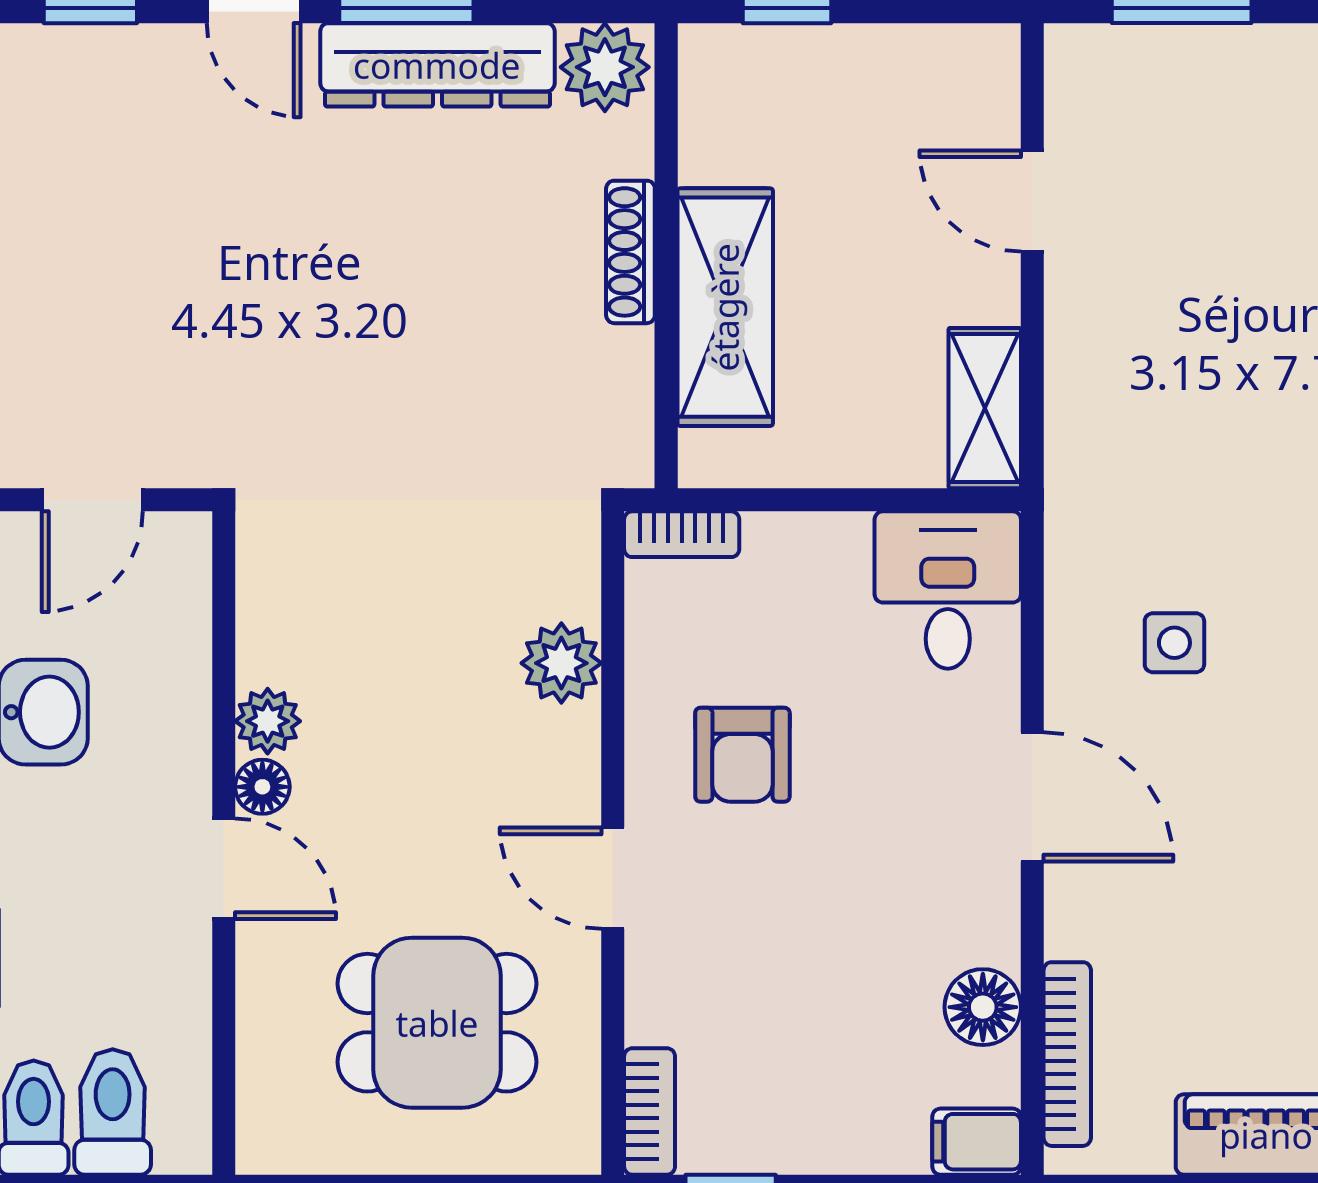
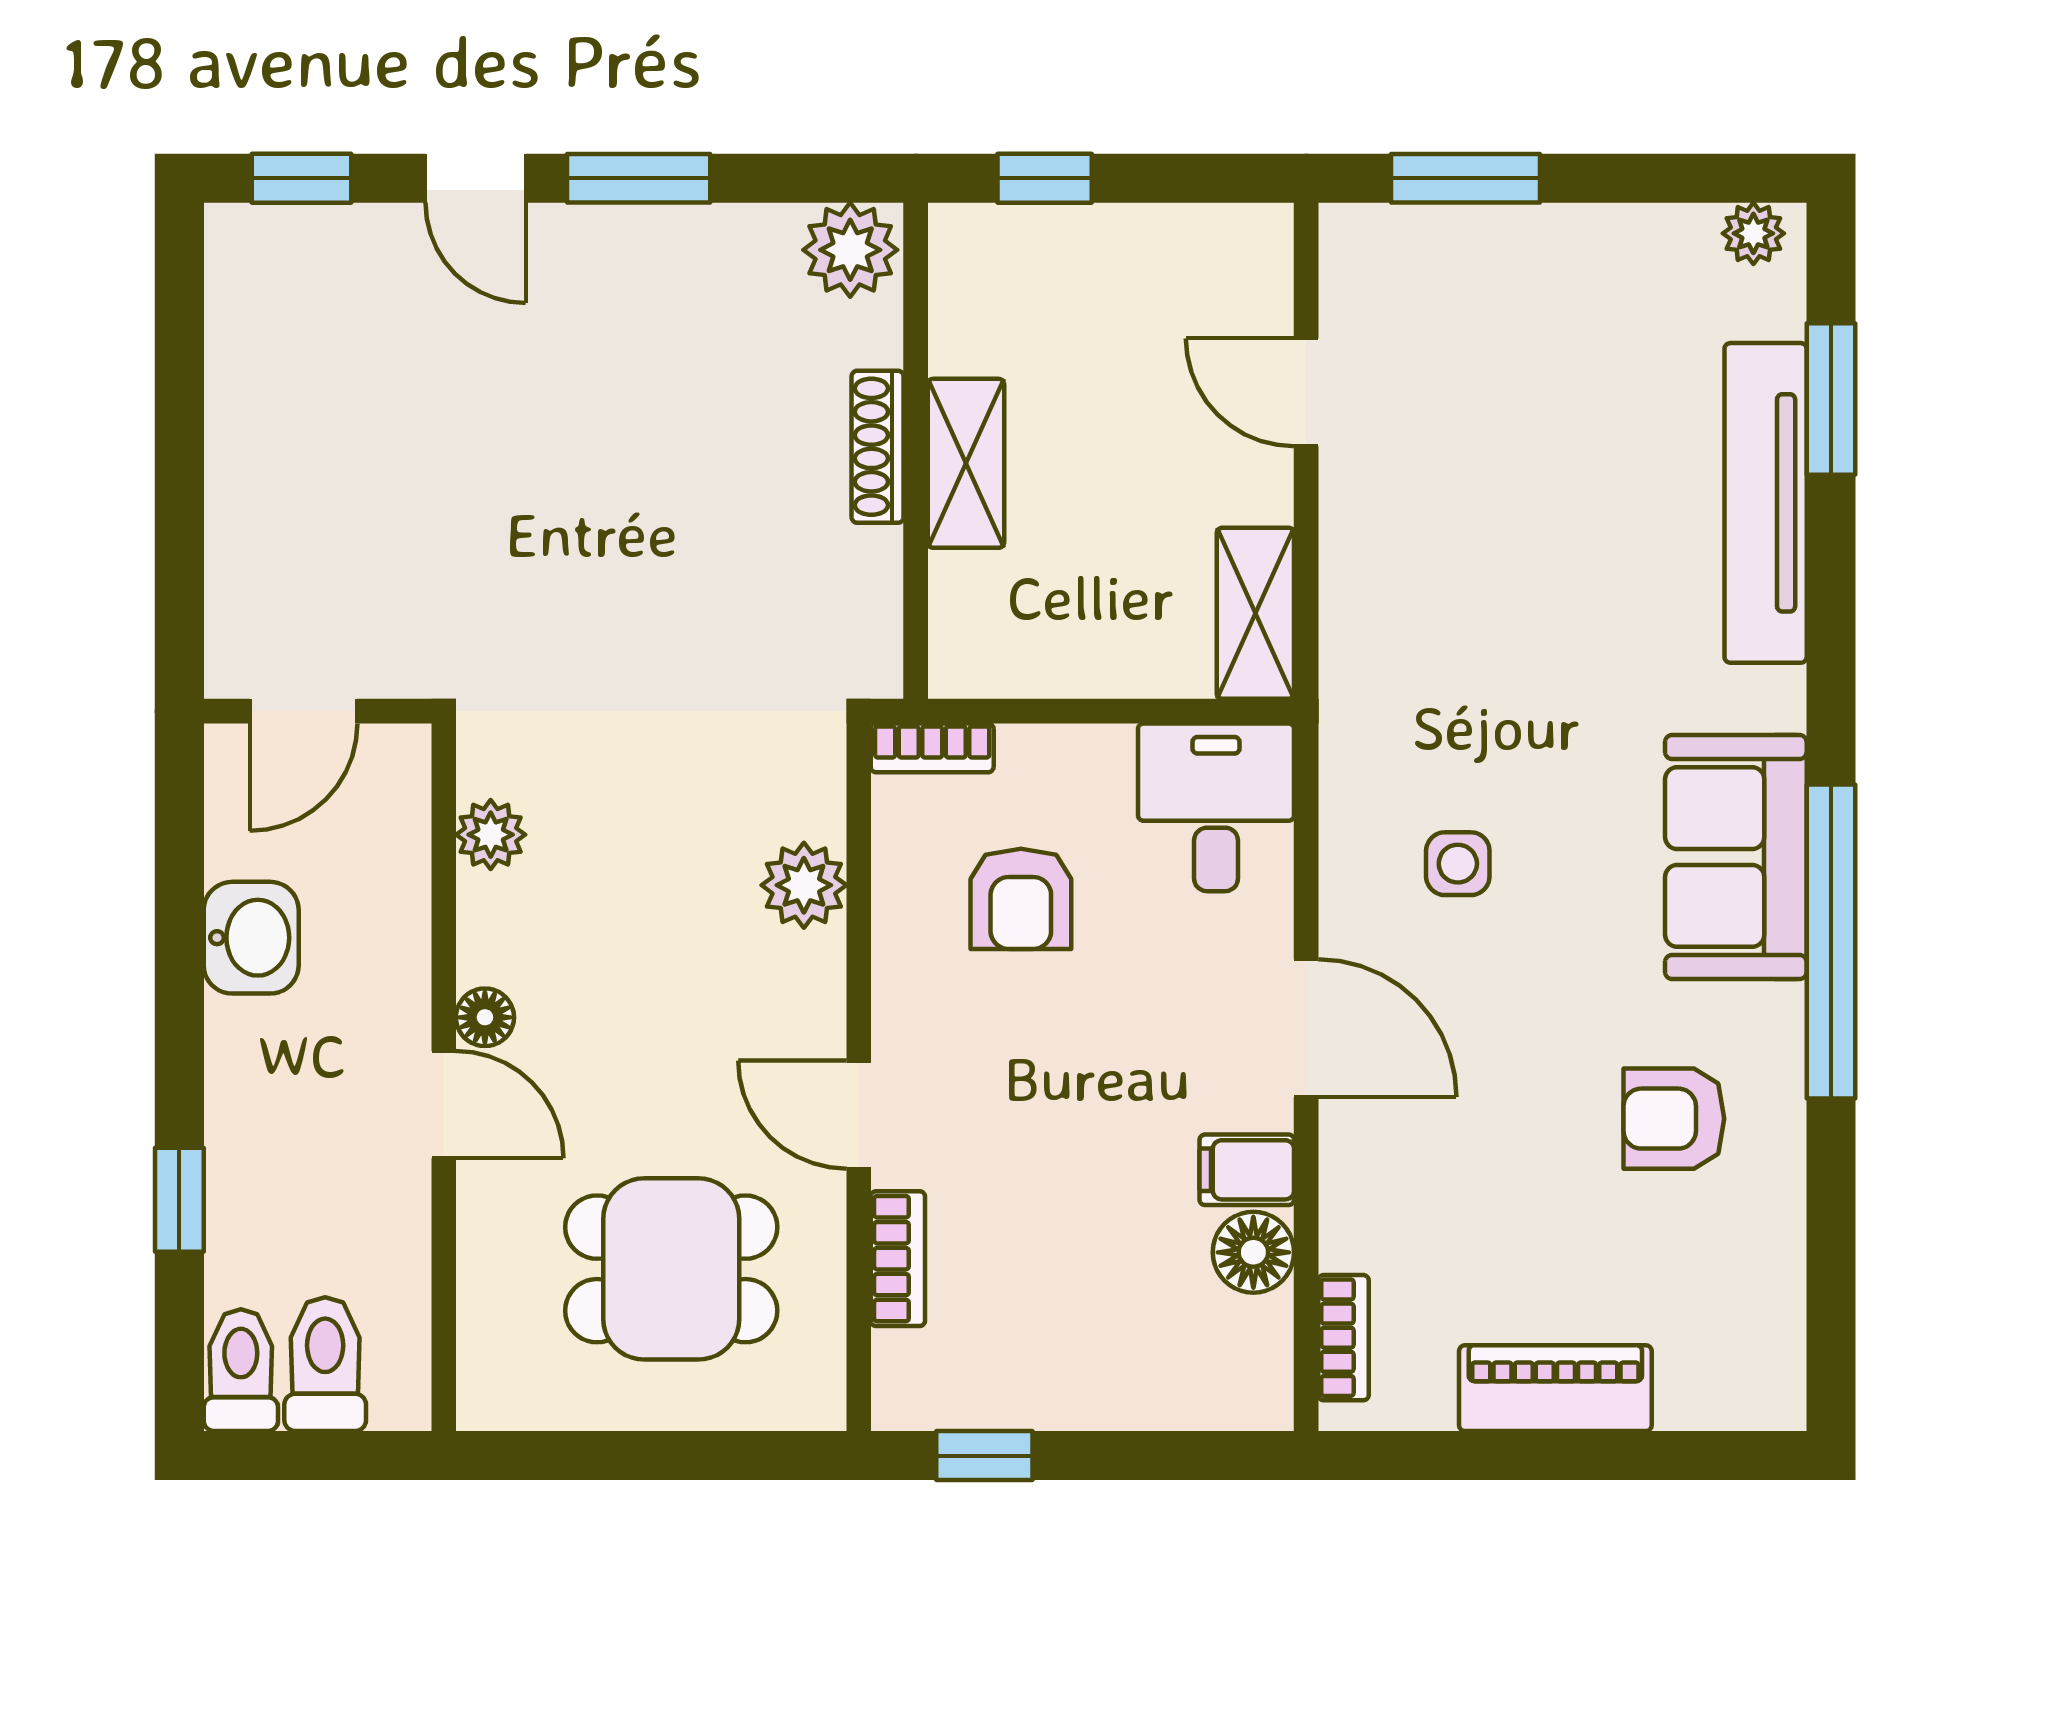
dresser: (437, 65) -> (672, 247), removed
shelving: (725, 307) -> (966, 463), width x0.67, depth x0.75
plant: (268, 721) -> (491, 835), moved
armchair: (742, 755) -> (1021, 899), moved
bookcase: (1067, 1054) -> (1343, 1338), width x0.64
bookcase: (650, 1111) -> (898, 1259), moved
filing cabinet: (977, 1142) -> (1247, 1170), moved

